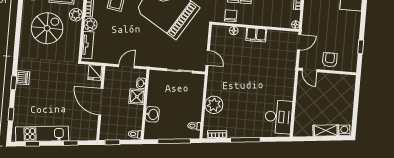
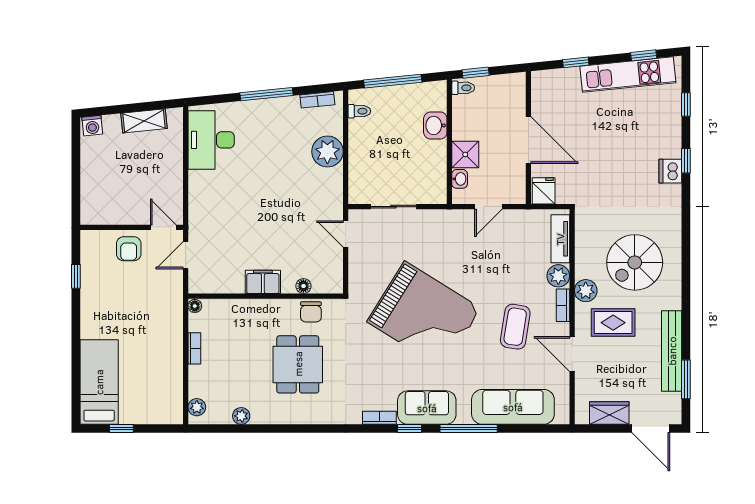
door: (299, 42) -> (186, 255), moved
shelving: (326, 130) -> (144, 121), moved
window: (112, 142) -> (476, 73), moved

